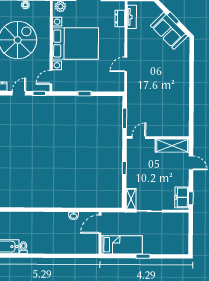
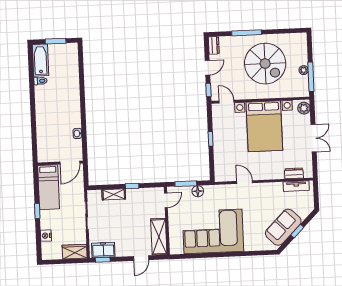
door: (19, 93) -> (207, 68), hinge flipped
corner sofa: (170, 96) -> (213, 231), added
floor lamp: (132, 108) -> (198, 191), added
door: (139, 137) -> (166, 200), hinge flipped
shelving: (131, 199) -> (114, 194), moved
door: (100, 224) -> (70, 163), swing flipped
wardrobe: (182, 224) -> (75, 252), added
nightstand: (166, 249) -> (46, 236), added

